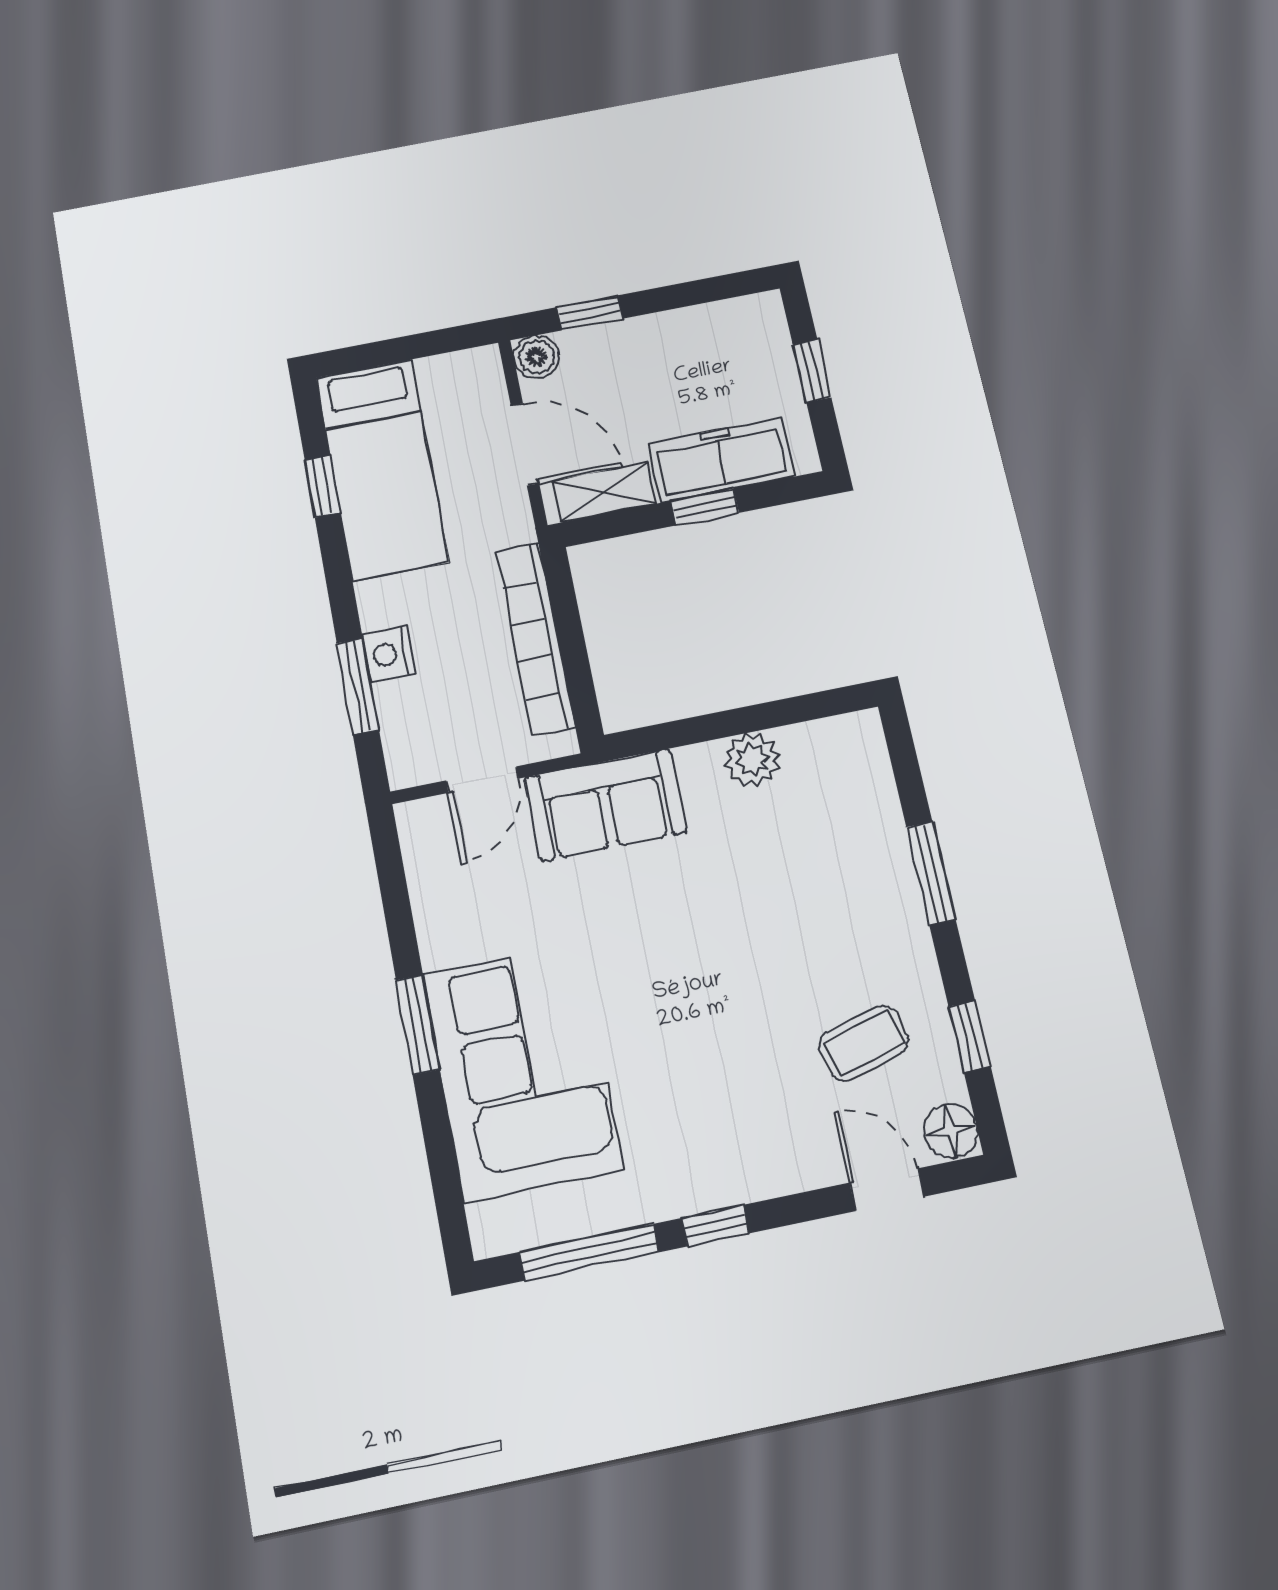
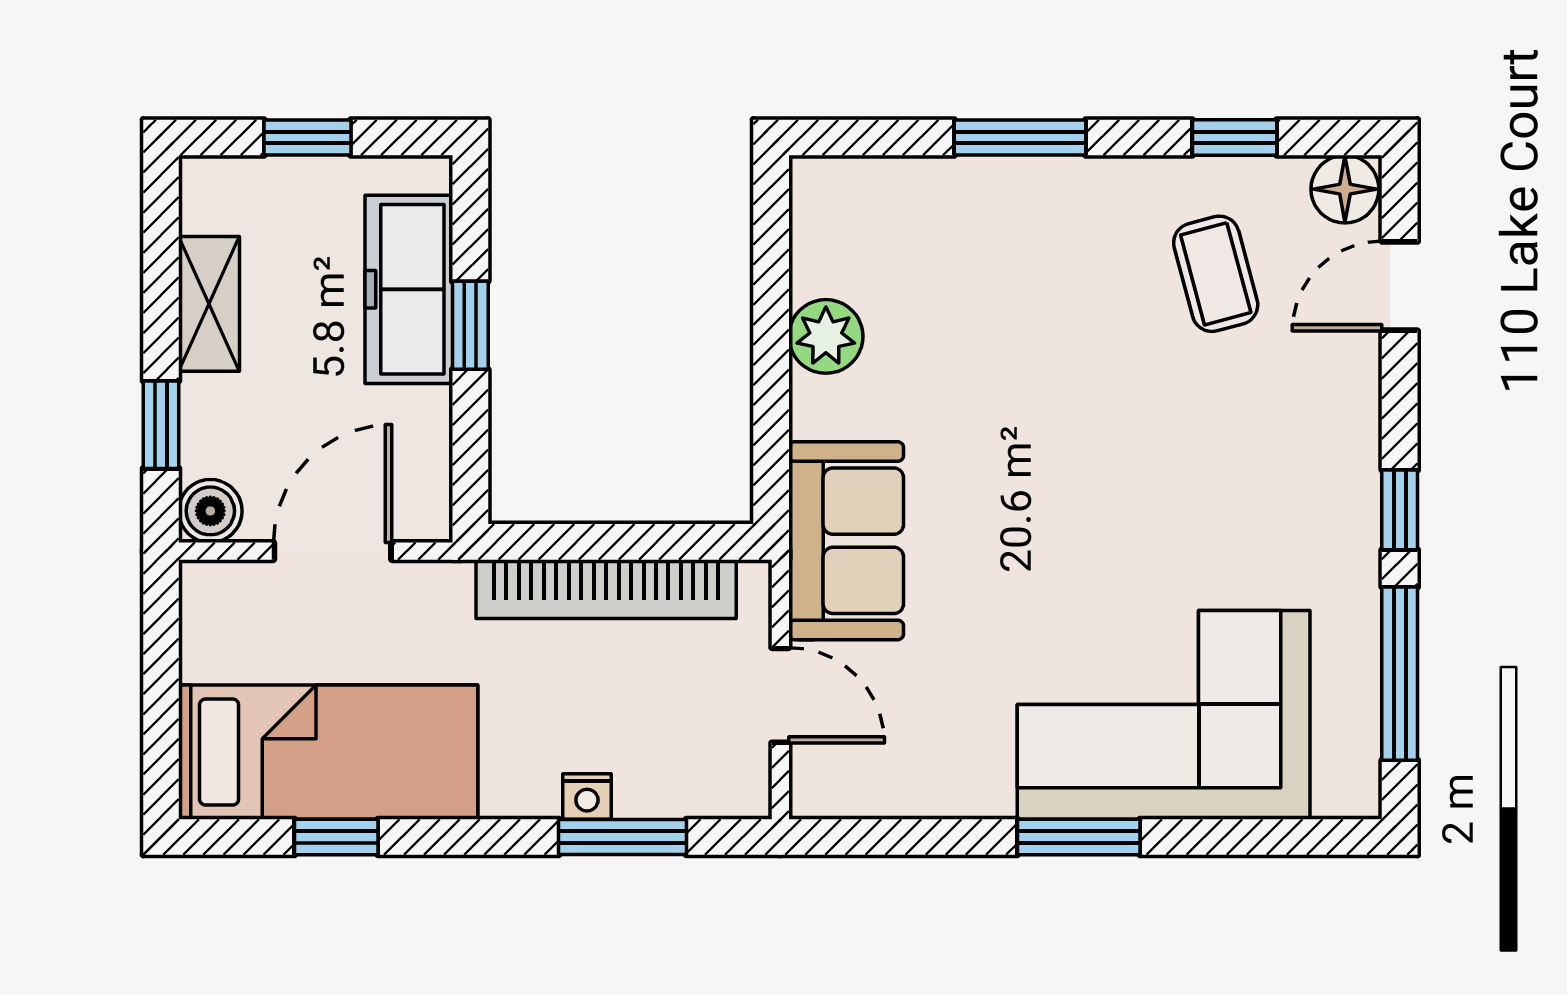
shelving: (604, 492) -> (209, 304), moved
nightstand: (389, 654) -> (587, 796), width x0.72, depth x0.74

